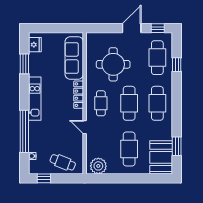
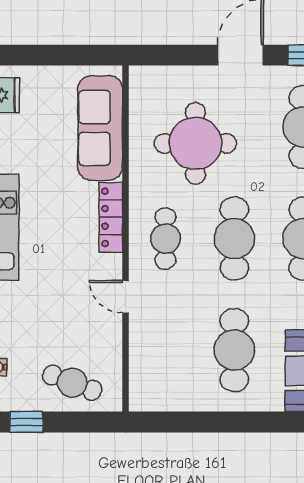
plant: (98, 166) -> (159, 392), removed

